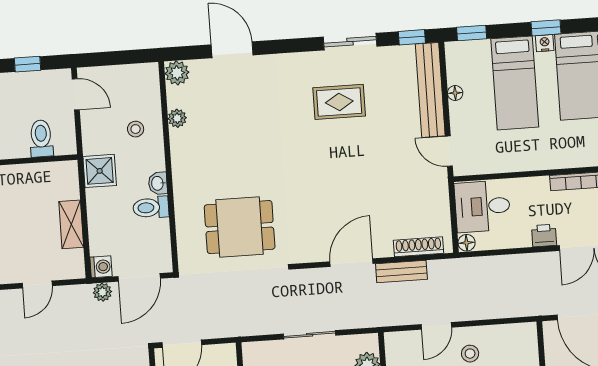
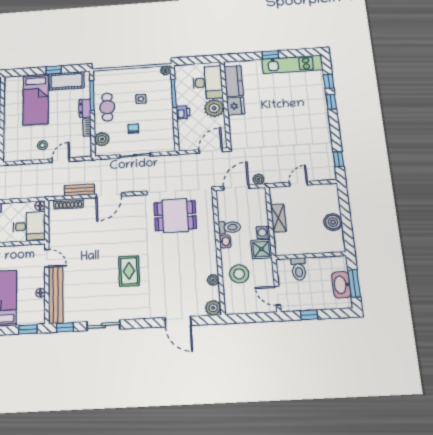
rug: (339, 102) -> (129, 271), moved, turned 90
stool: (136, 129) -> (239, 274), width x1.89, depth x1.89
washing machine: (101, 267) -> (263, 232), moved

